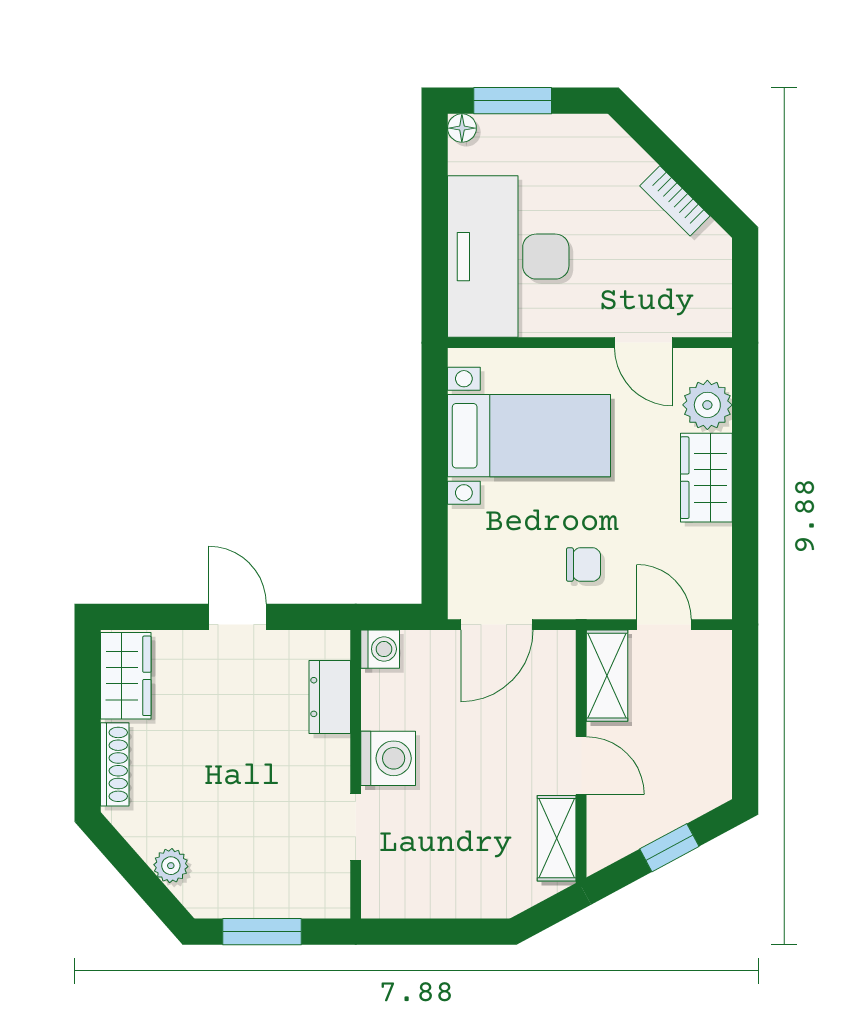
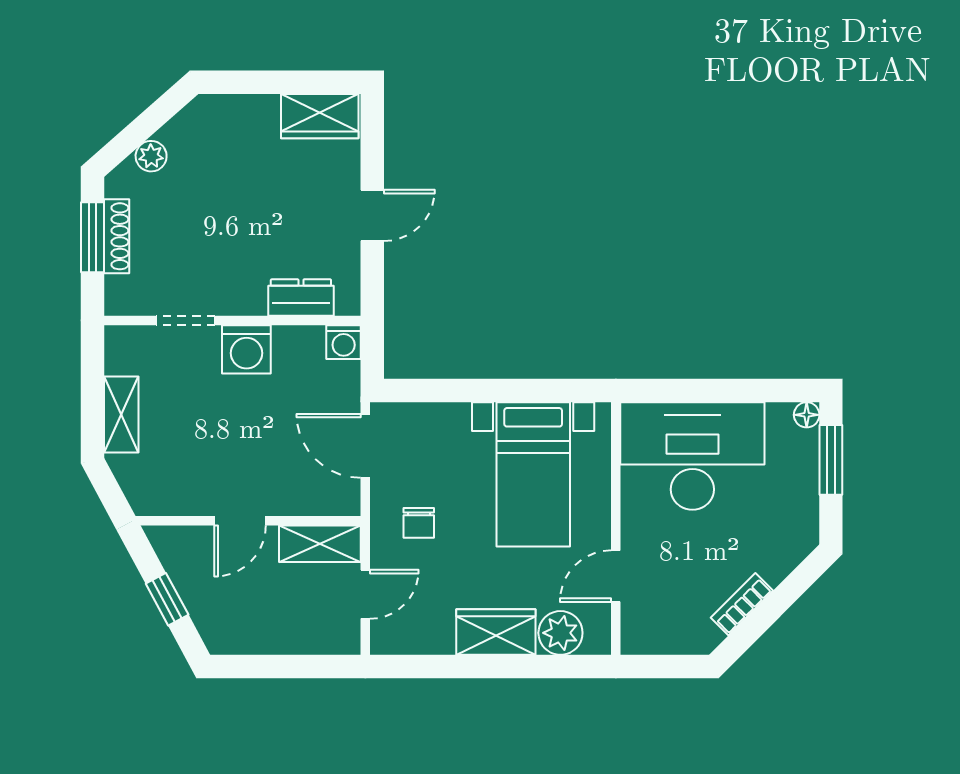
shoe rack: (115, 764) -> (117, 236), moved, turned -90
shelving: (557, 838) -> (121, 415), moved, turned 90

